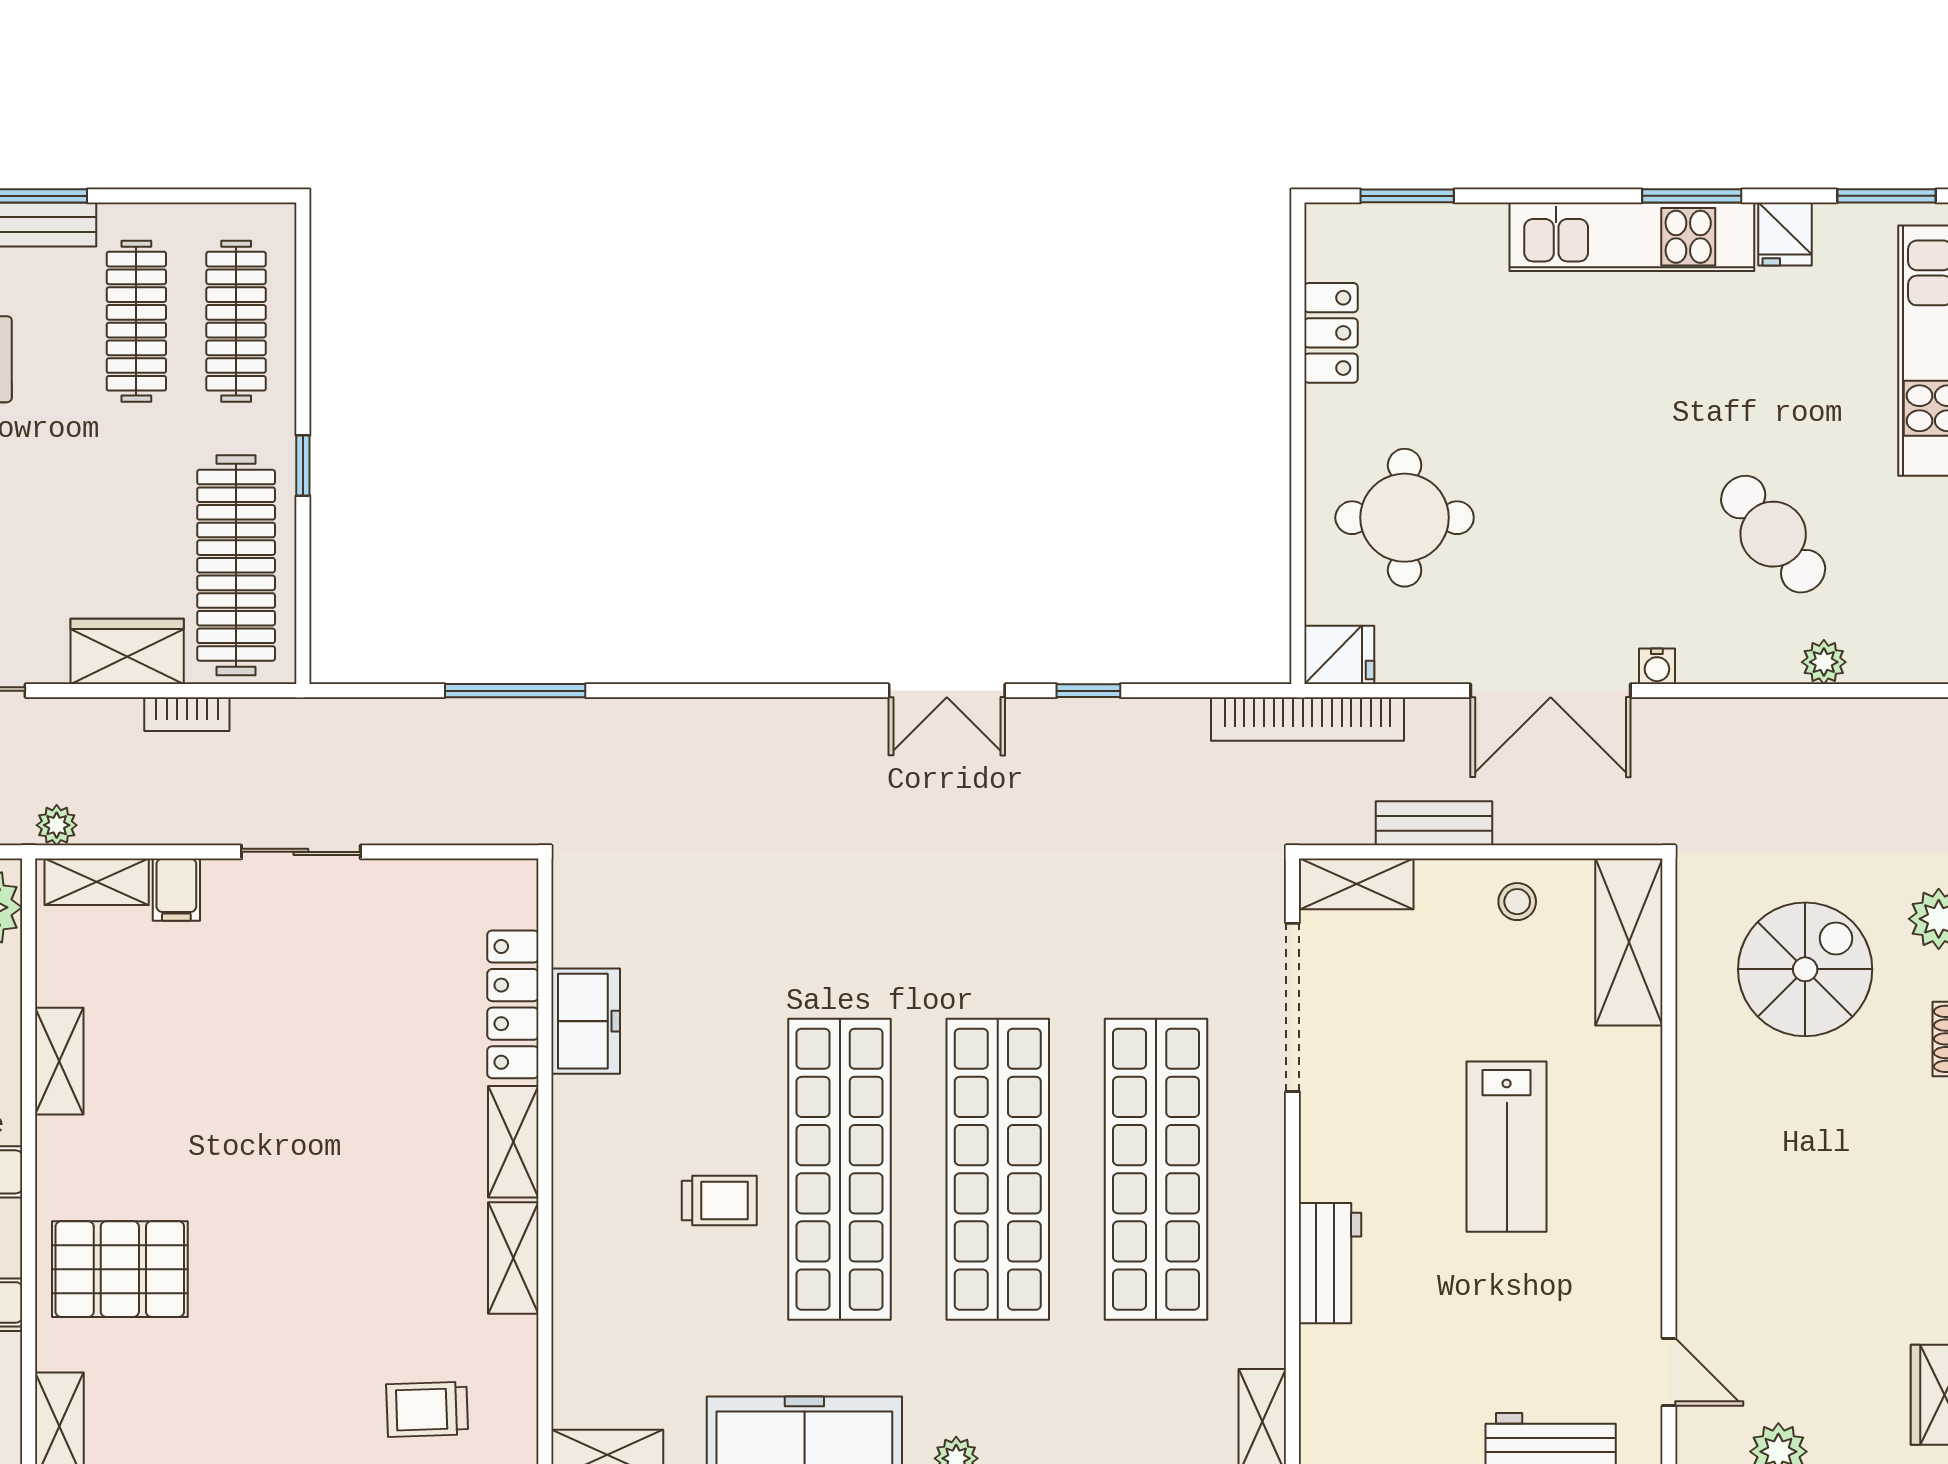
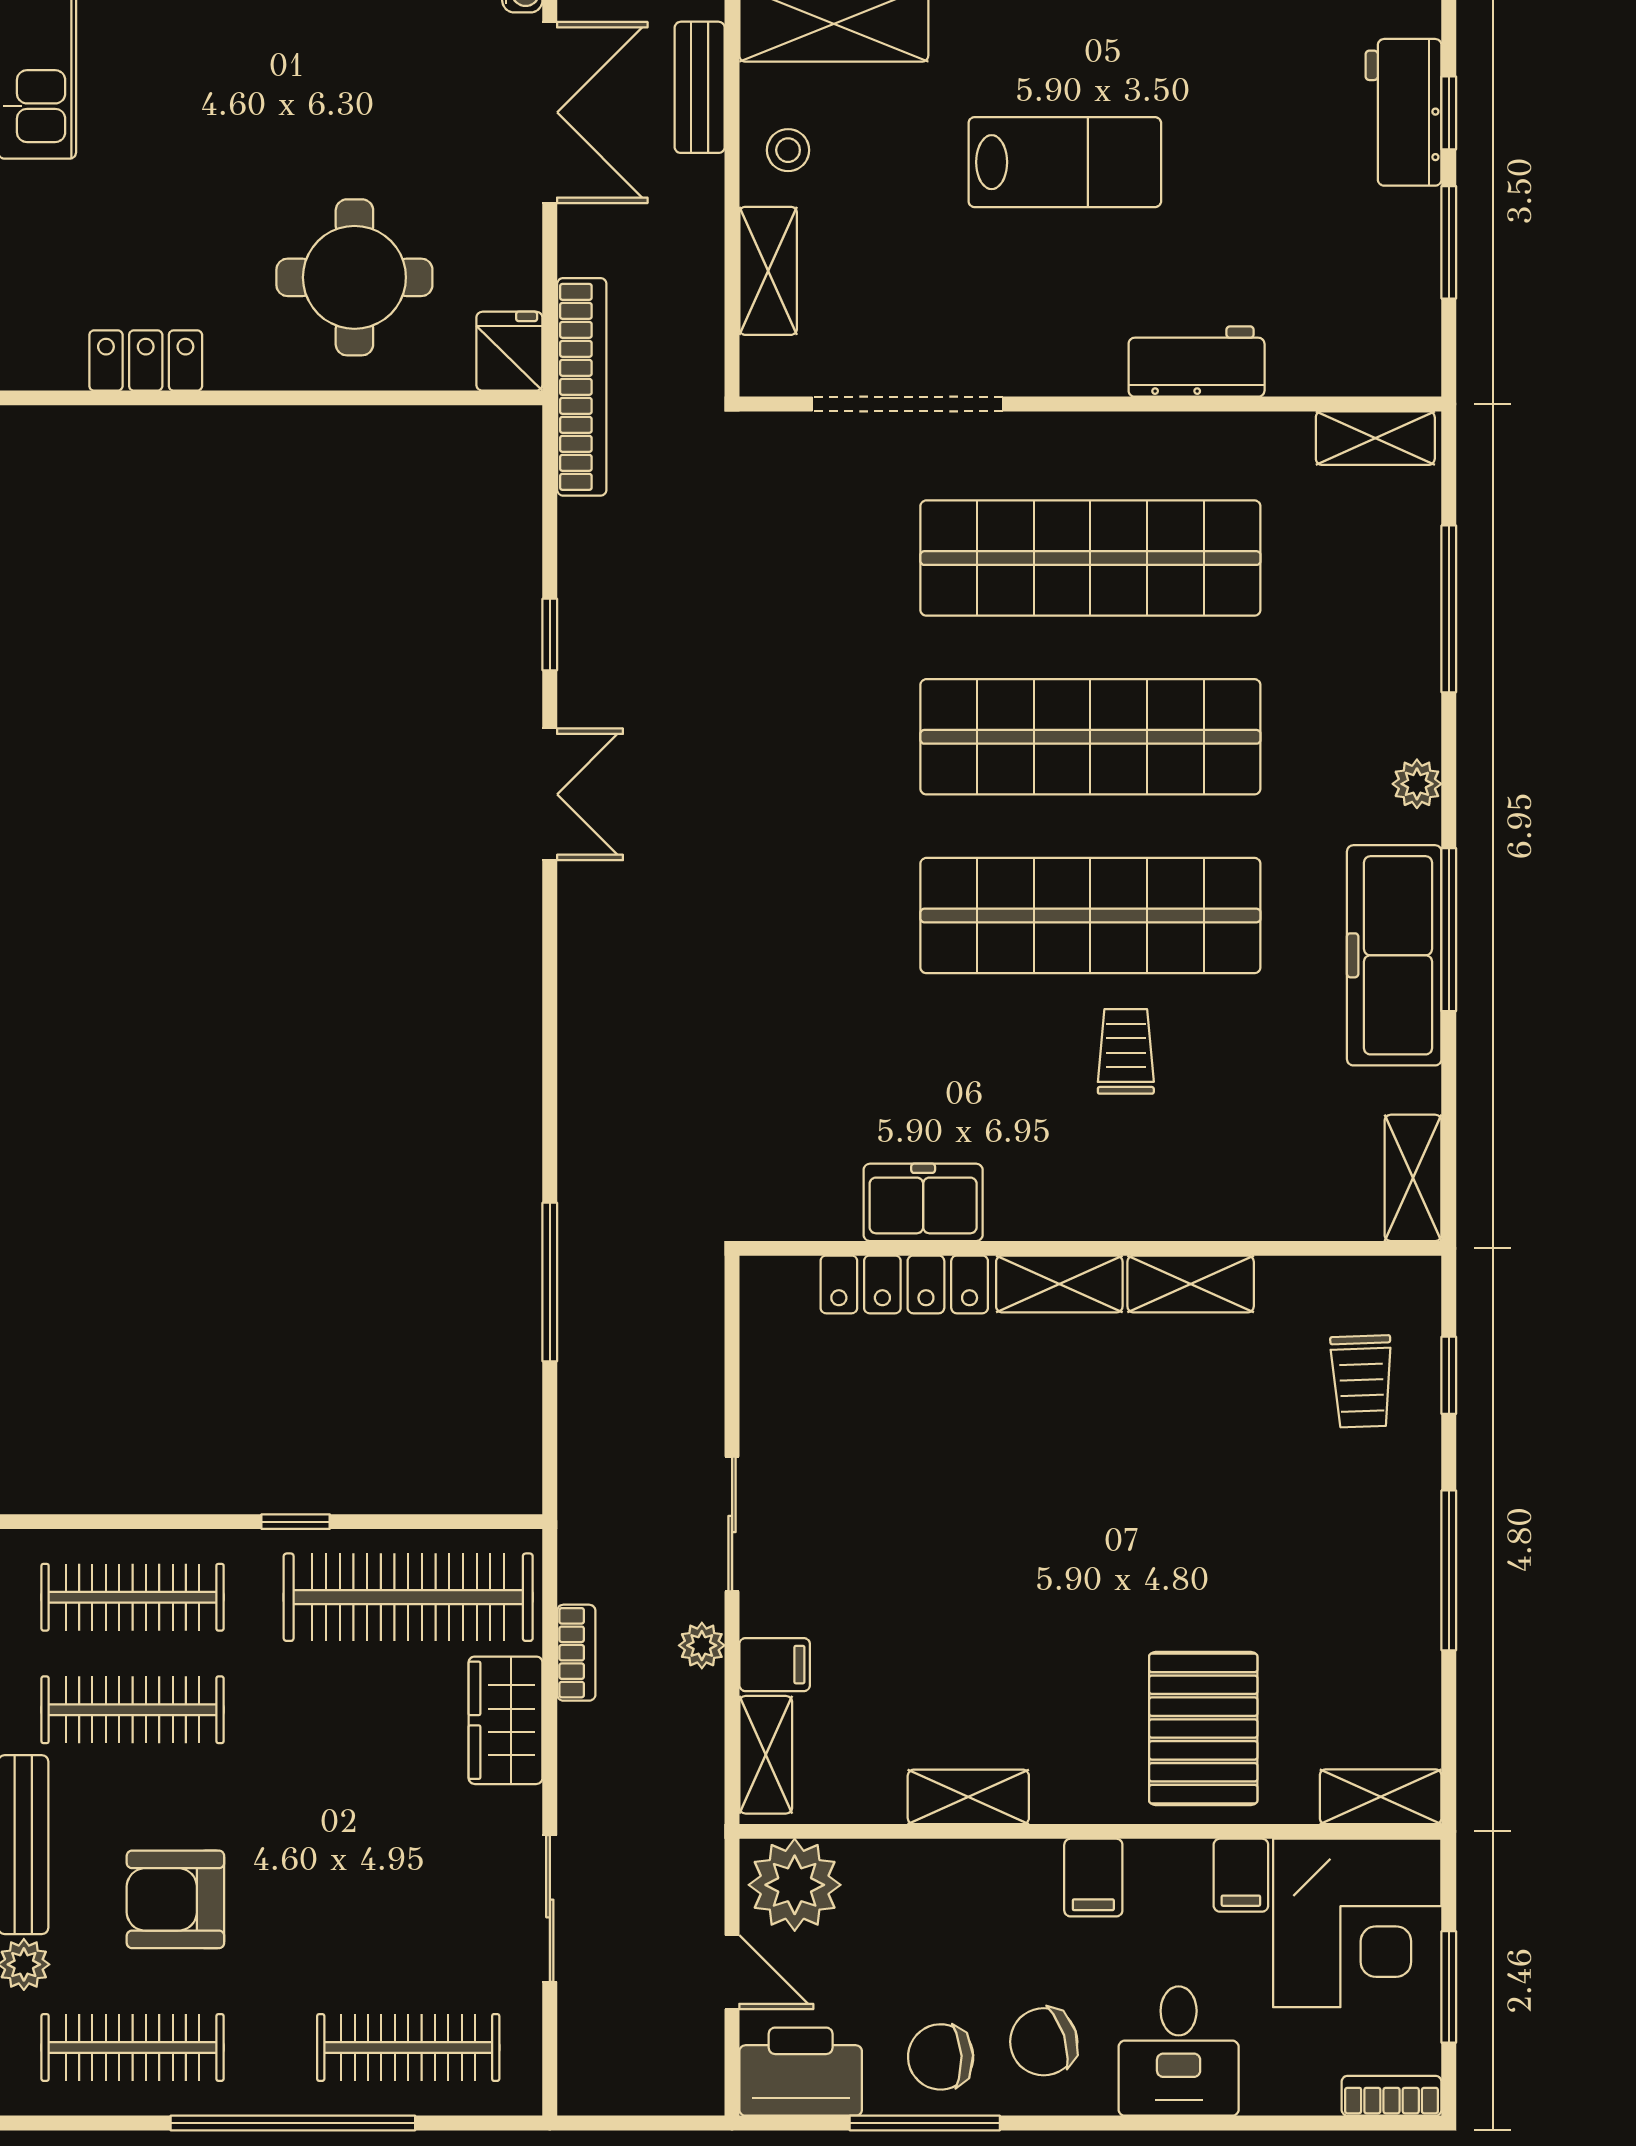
bench: (1434, 823) -> (700, 87), moved
plant: (57, 825) -> (702, 1645), moved
shelving: (1357, 884) -> (768, 271), moved

